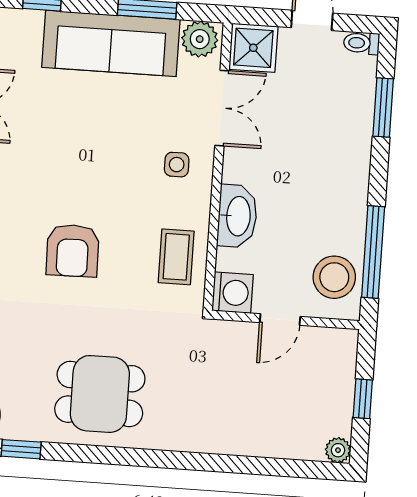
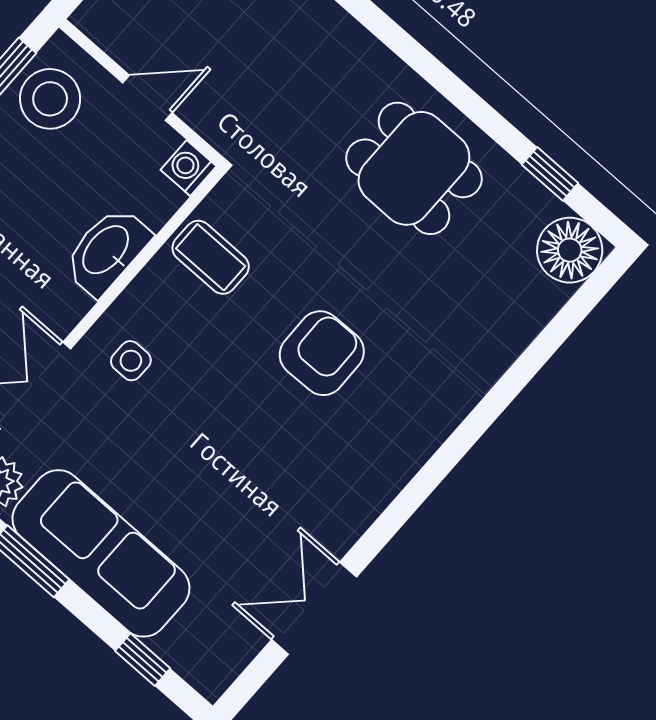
coffee table: (176, 257) -> (211, 257), turned 90
washing machine: (233, 293) -> (188, 168), width x0.73, depth x0.73

